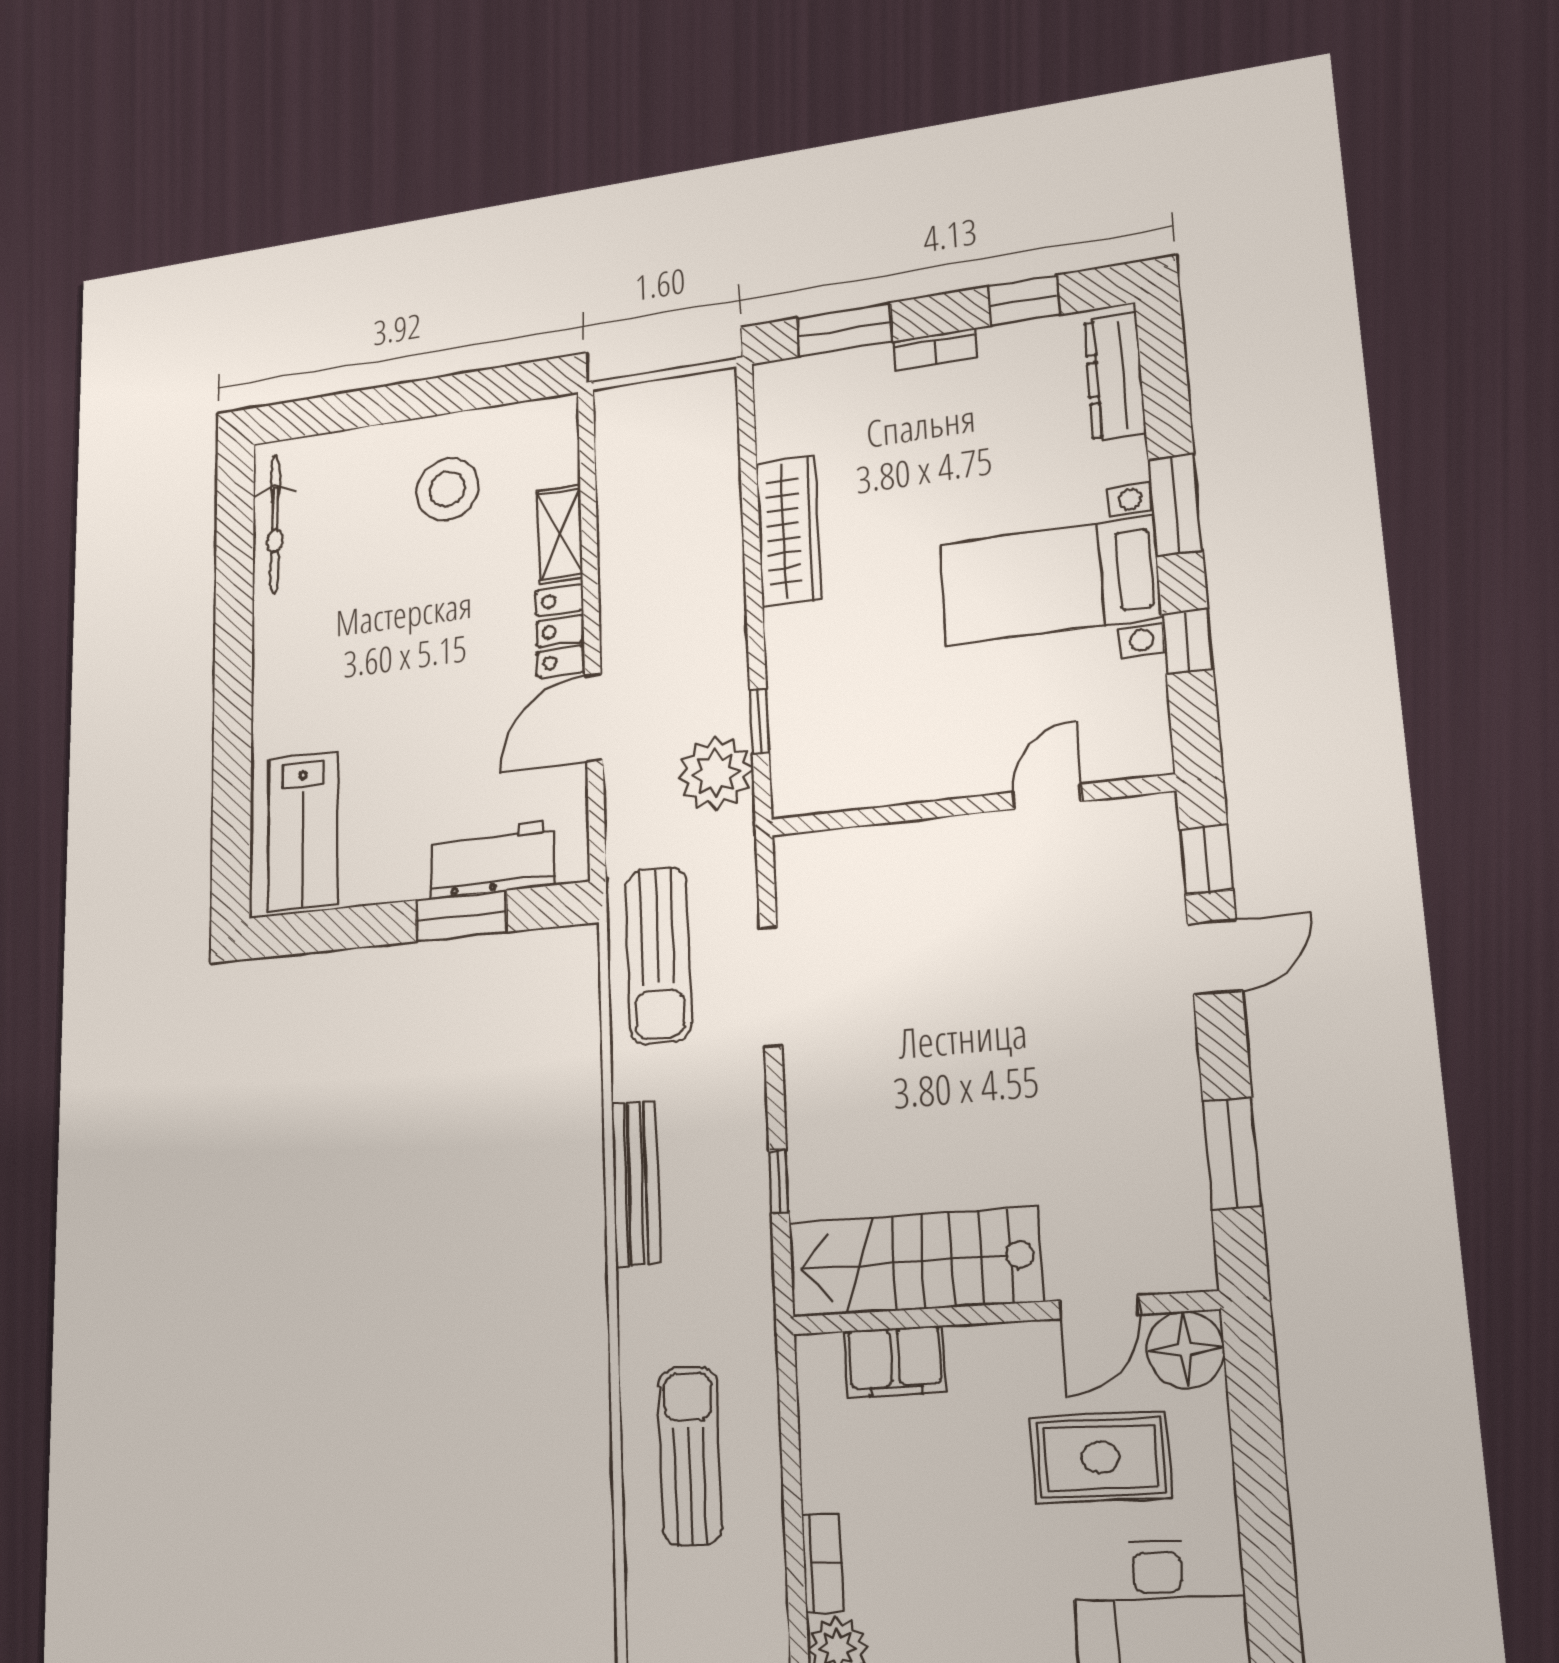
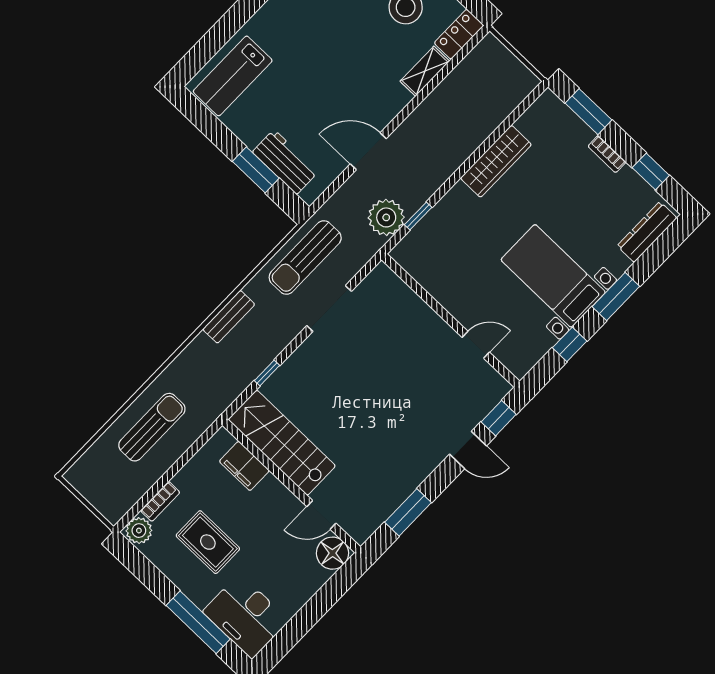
locker: (560, 631) -> (459, 34), moved
bench: (636, 1183) -> (229, 317), width x0.73
rug: (1101, 1457) -> (208, 542), moved

